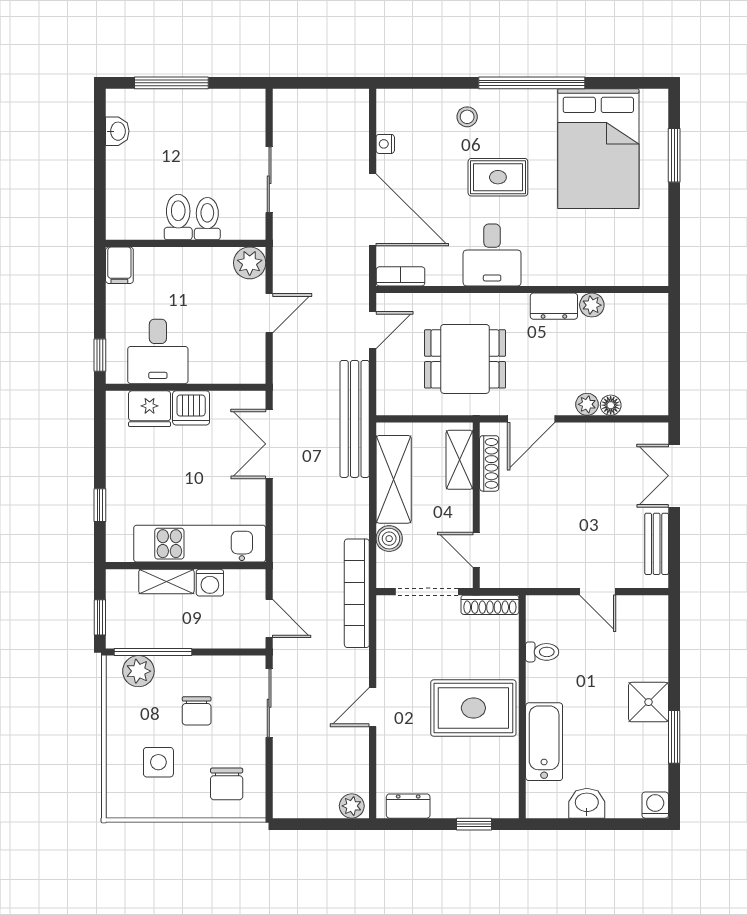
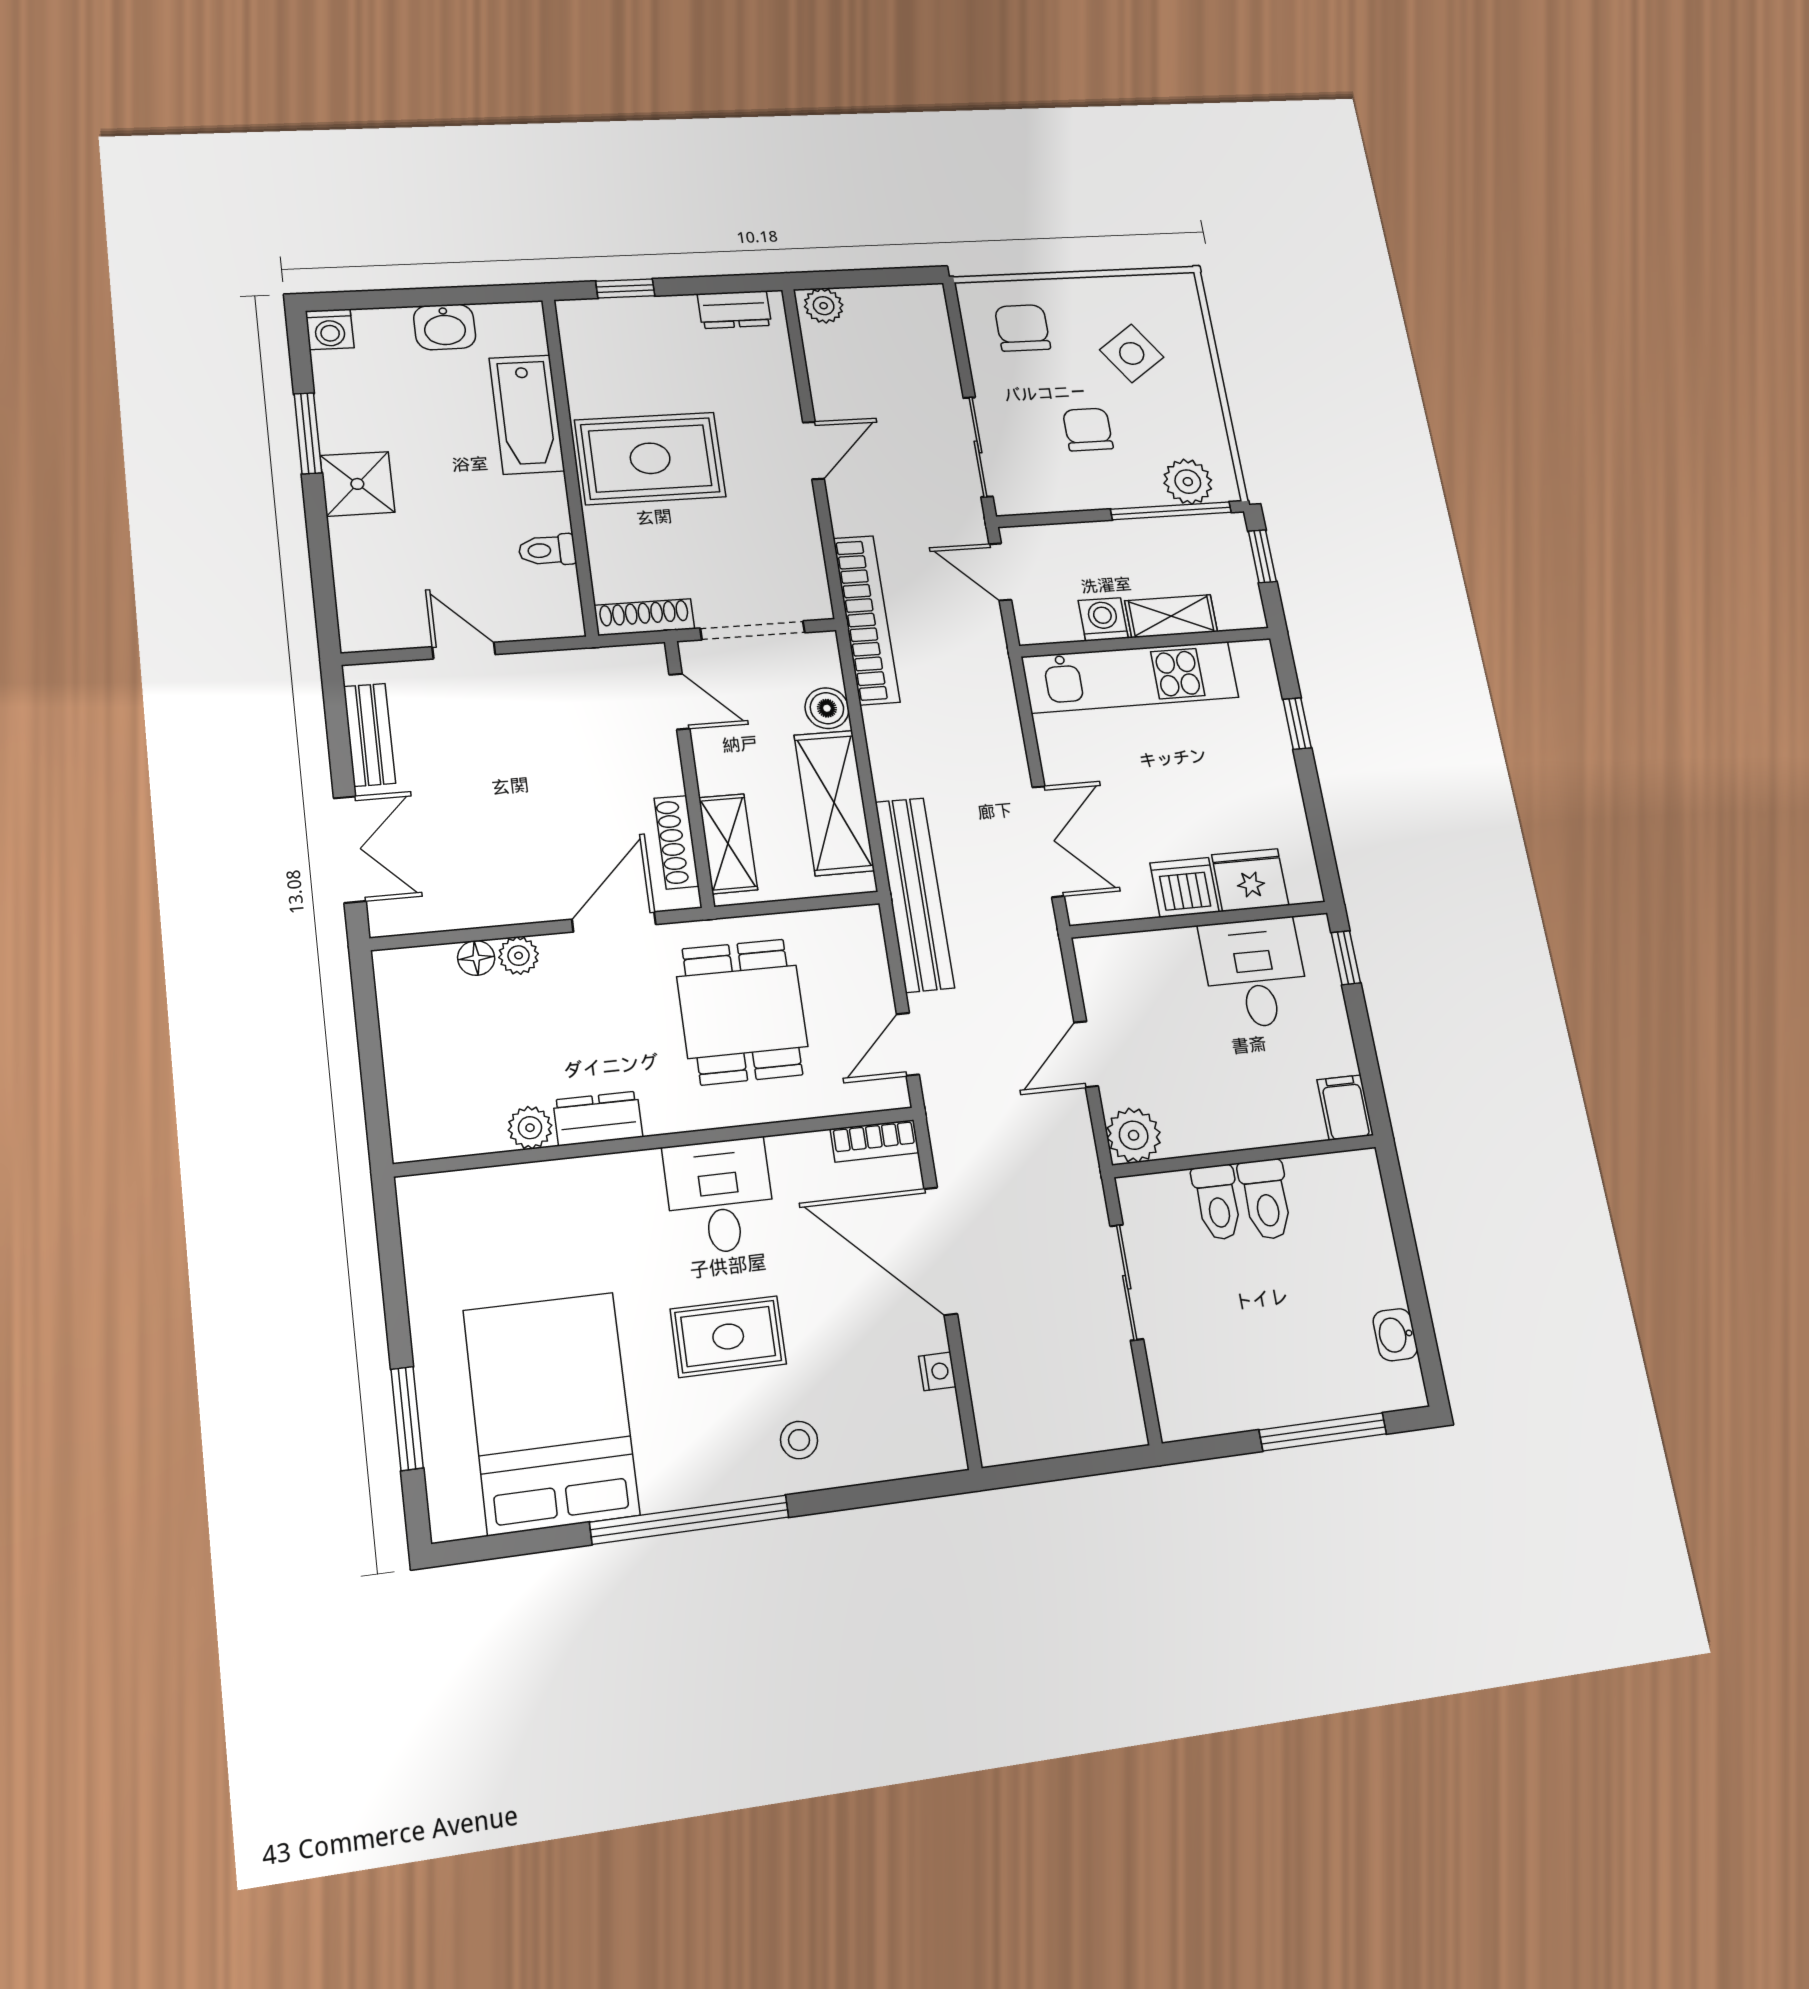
dining table: (465, 359) -> (742, 1012), turned 90
side table: (158, 762) -> (1132, 353), turned -35

